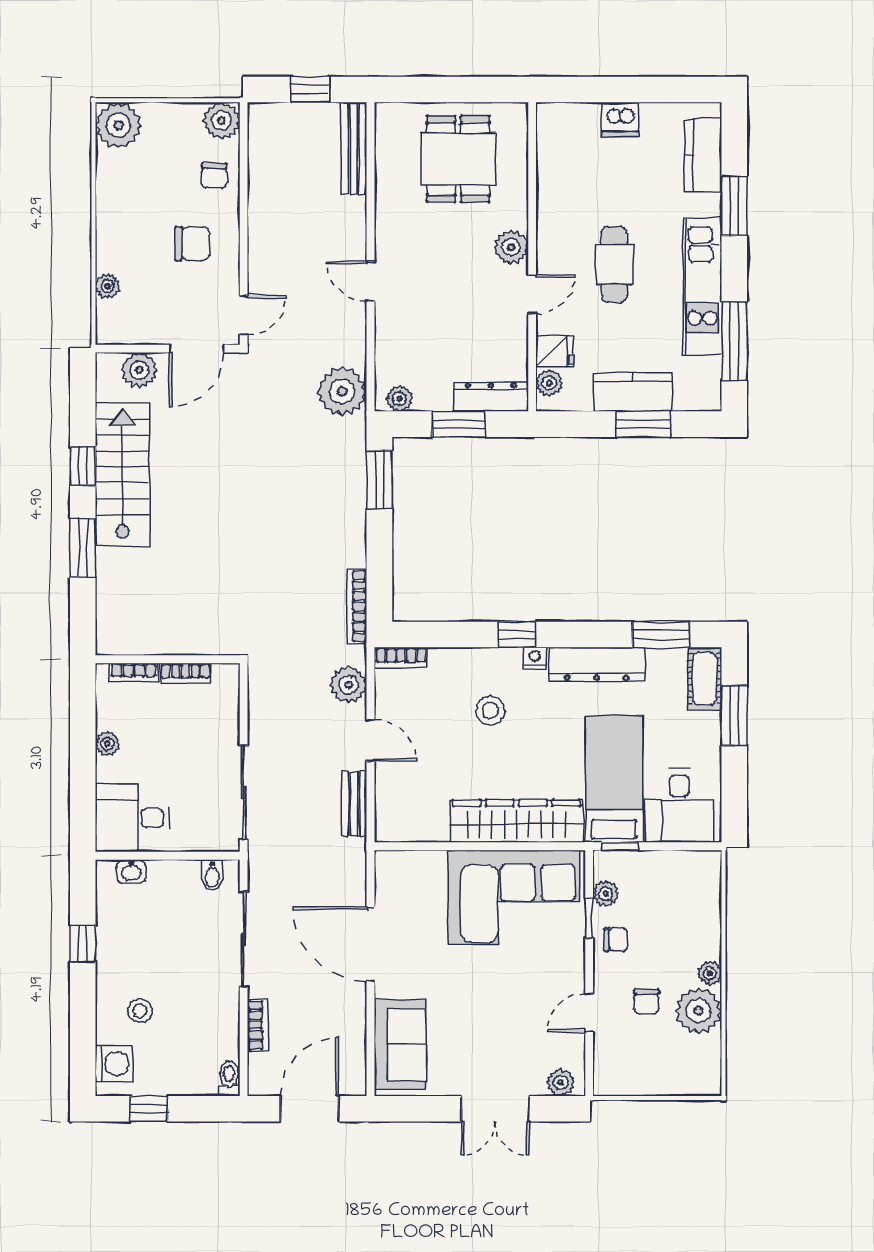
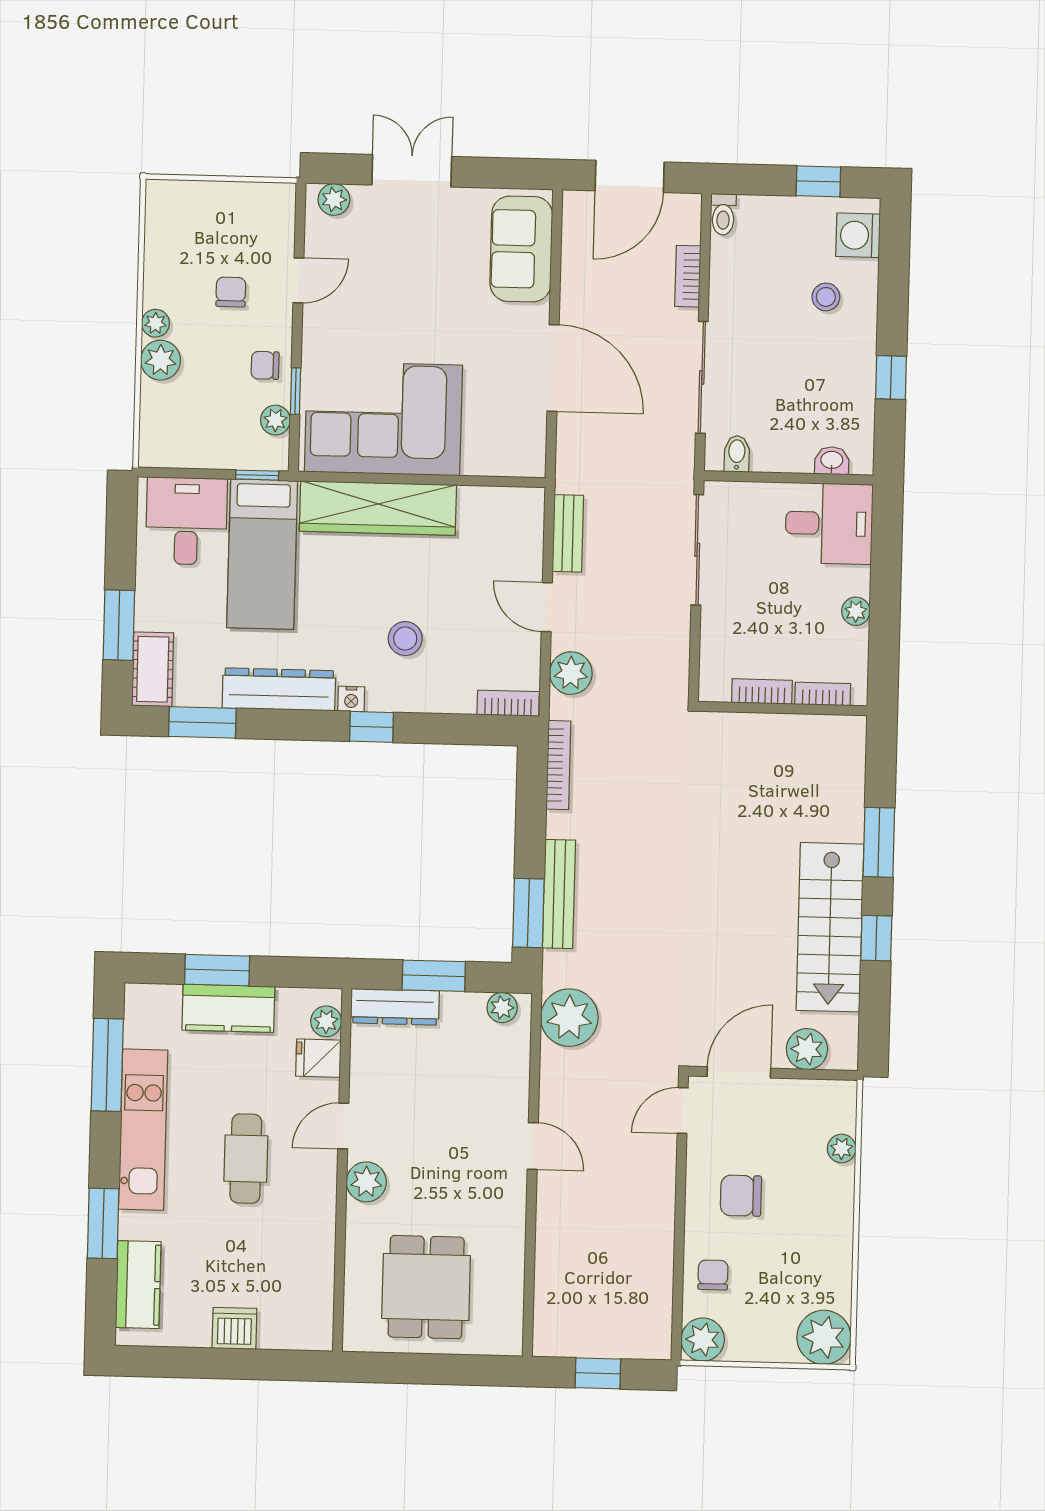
bench: (354, 148) -> (559, 894), moved
plant: (699, 1011) -> (161, 360), moved, width x0.73, depth x0.73

